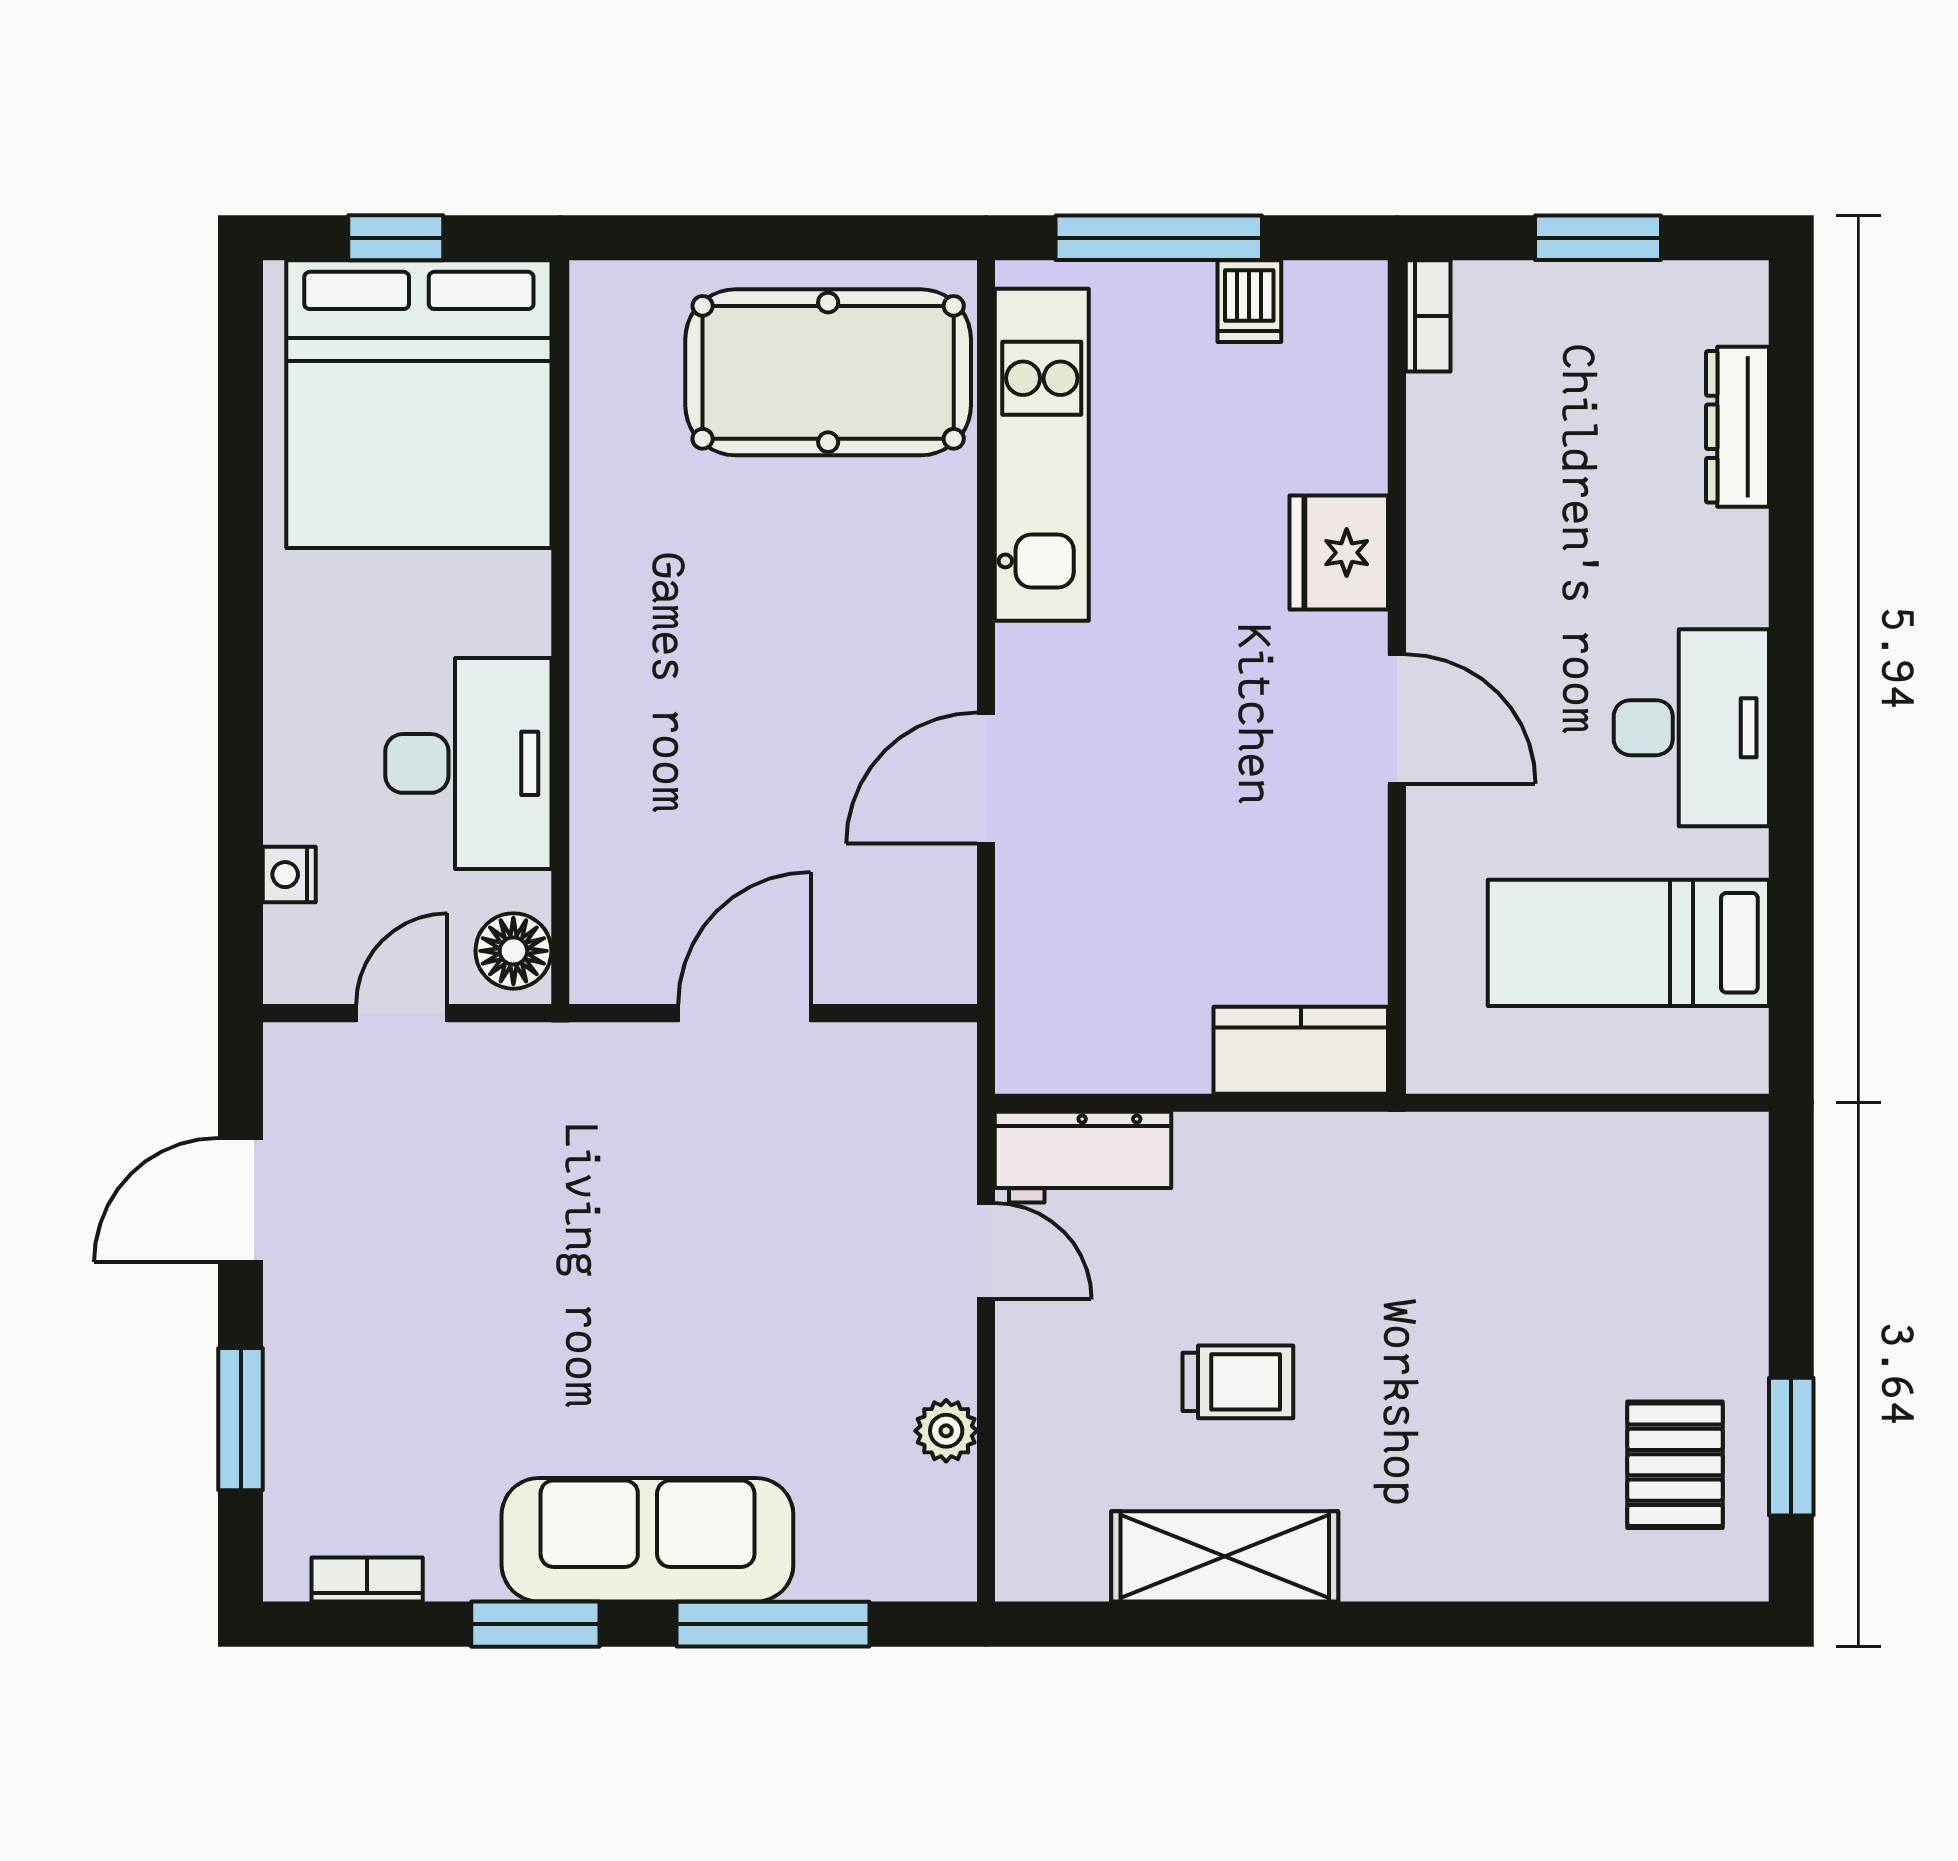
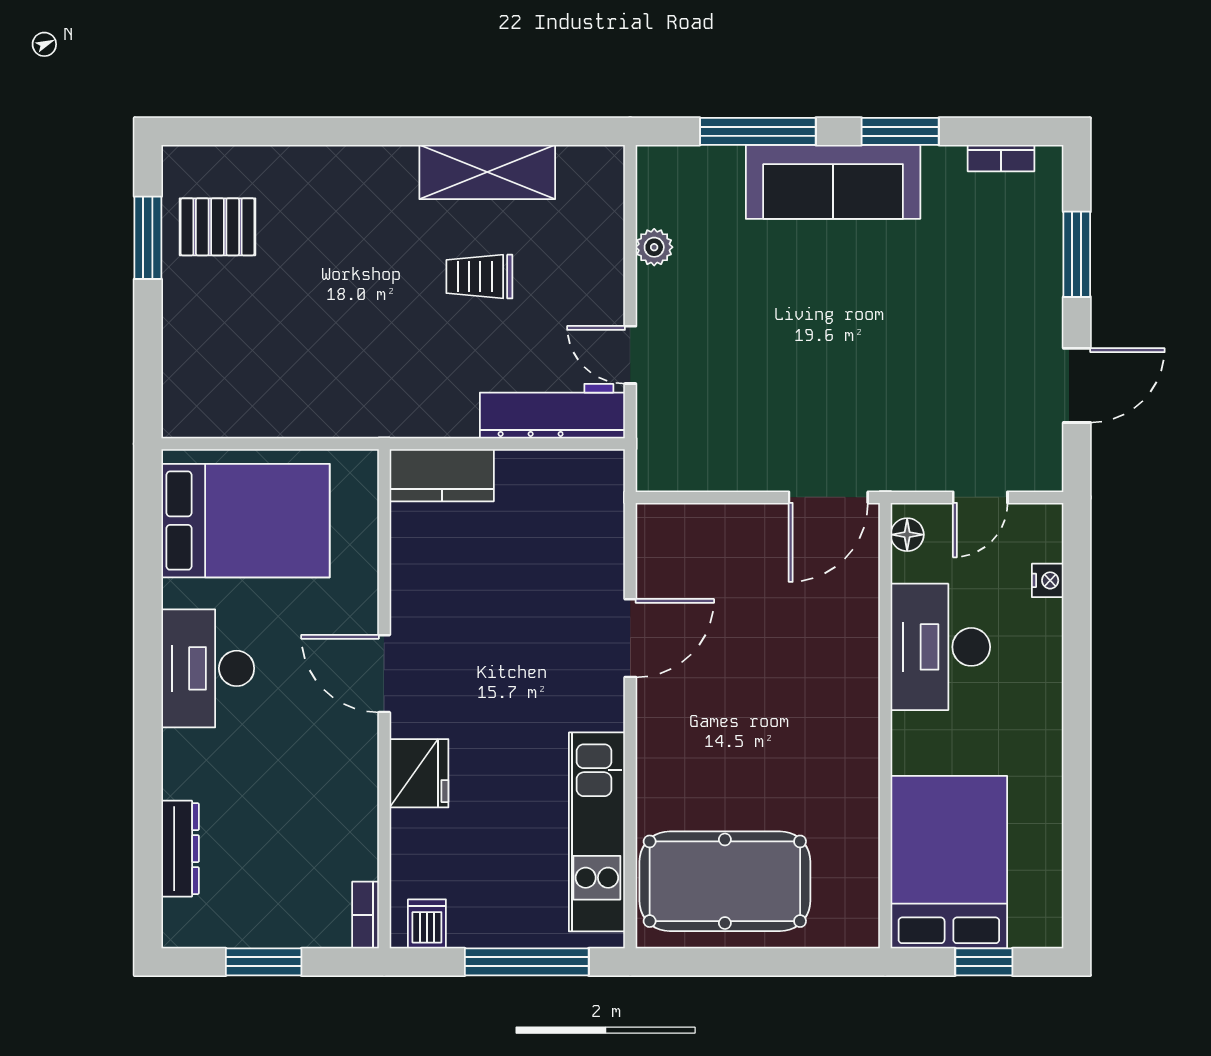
dishwasher: (1249, 301) -> (427, 924), moved
bed: (419, 404) -> (949, 862), width x0.73
bed: (1628, 943) -> (245, 521), width x1.50
floor lamp: (513, 951) -> (907, 535), width x0.73, depth x0.73
door: (744, 1013) -> (828, 497), moved
workbench: (1083, 1157) -> (552, 411), width x1.37
pallet: (1675, 1465) -> (218, 227), turned 90

